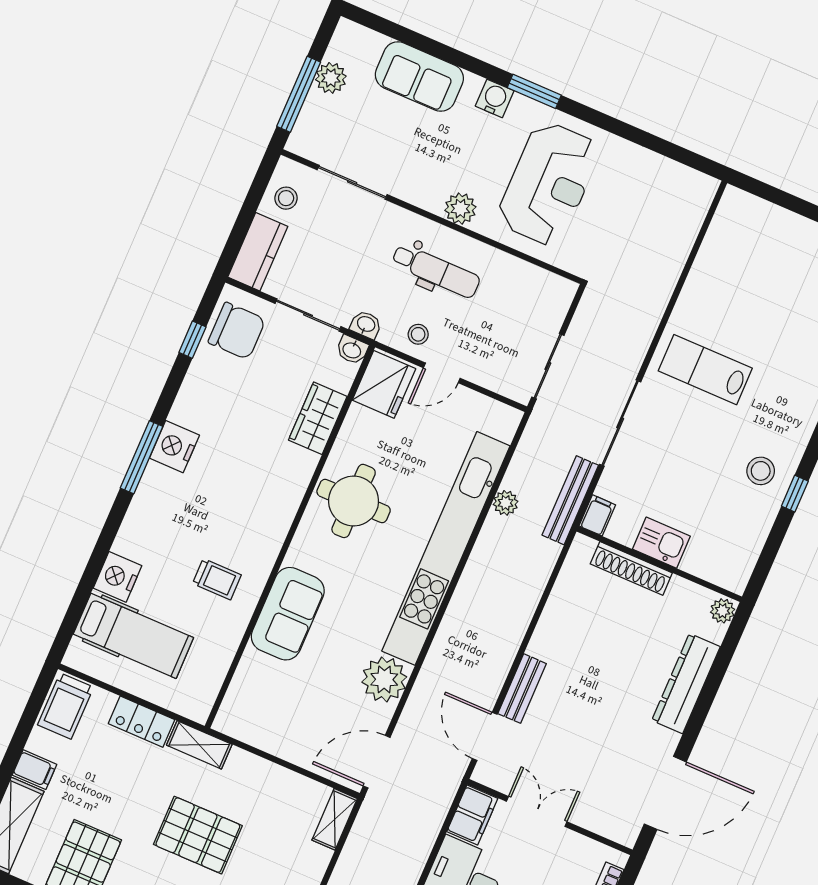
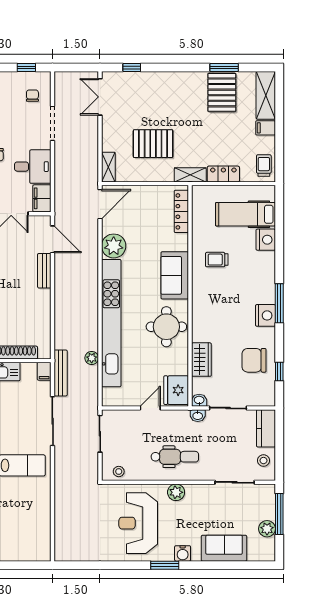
dental chair: (436, 271) -> (175, 457), turned 180
chair: (237, 331) -> (254, 360), moved
stool: (418, 334) -> (119, 471), moved
sofa: (288, 614) -> (175, 275), moved
locker: (242, 688) -> (181, 211), added
trolley: (66, 706) -> (264, 166), width x0.73, depth x0.72
pallet: (198, 835) -> (153, 144), moved

